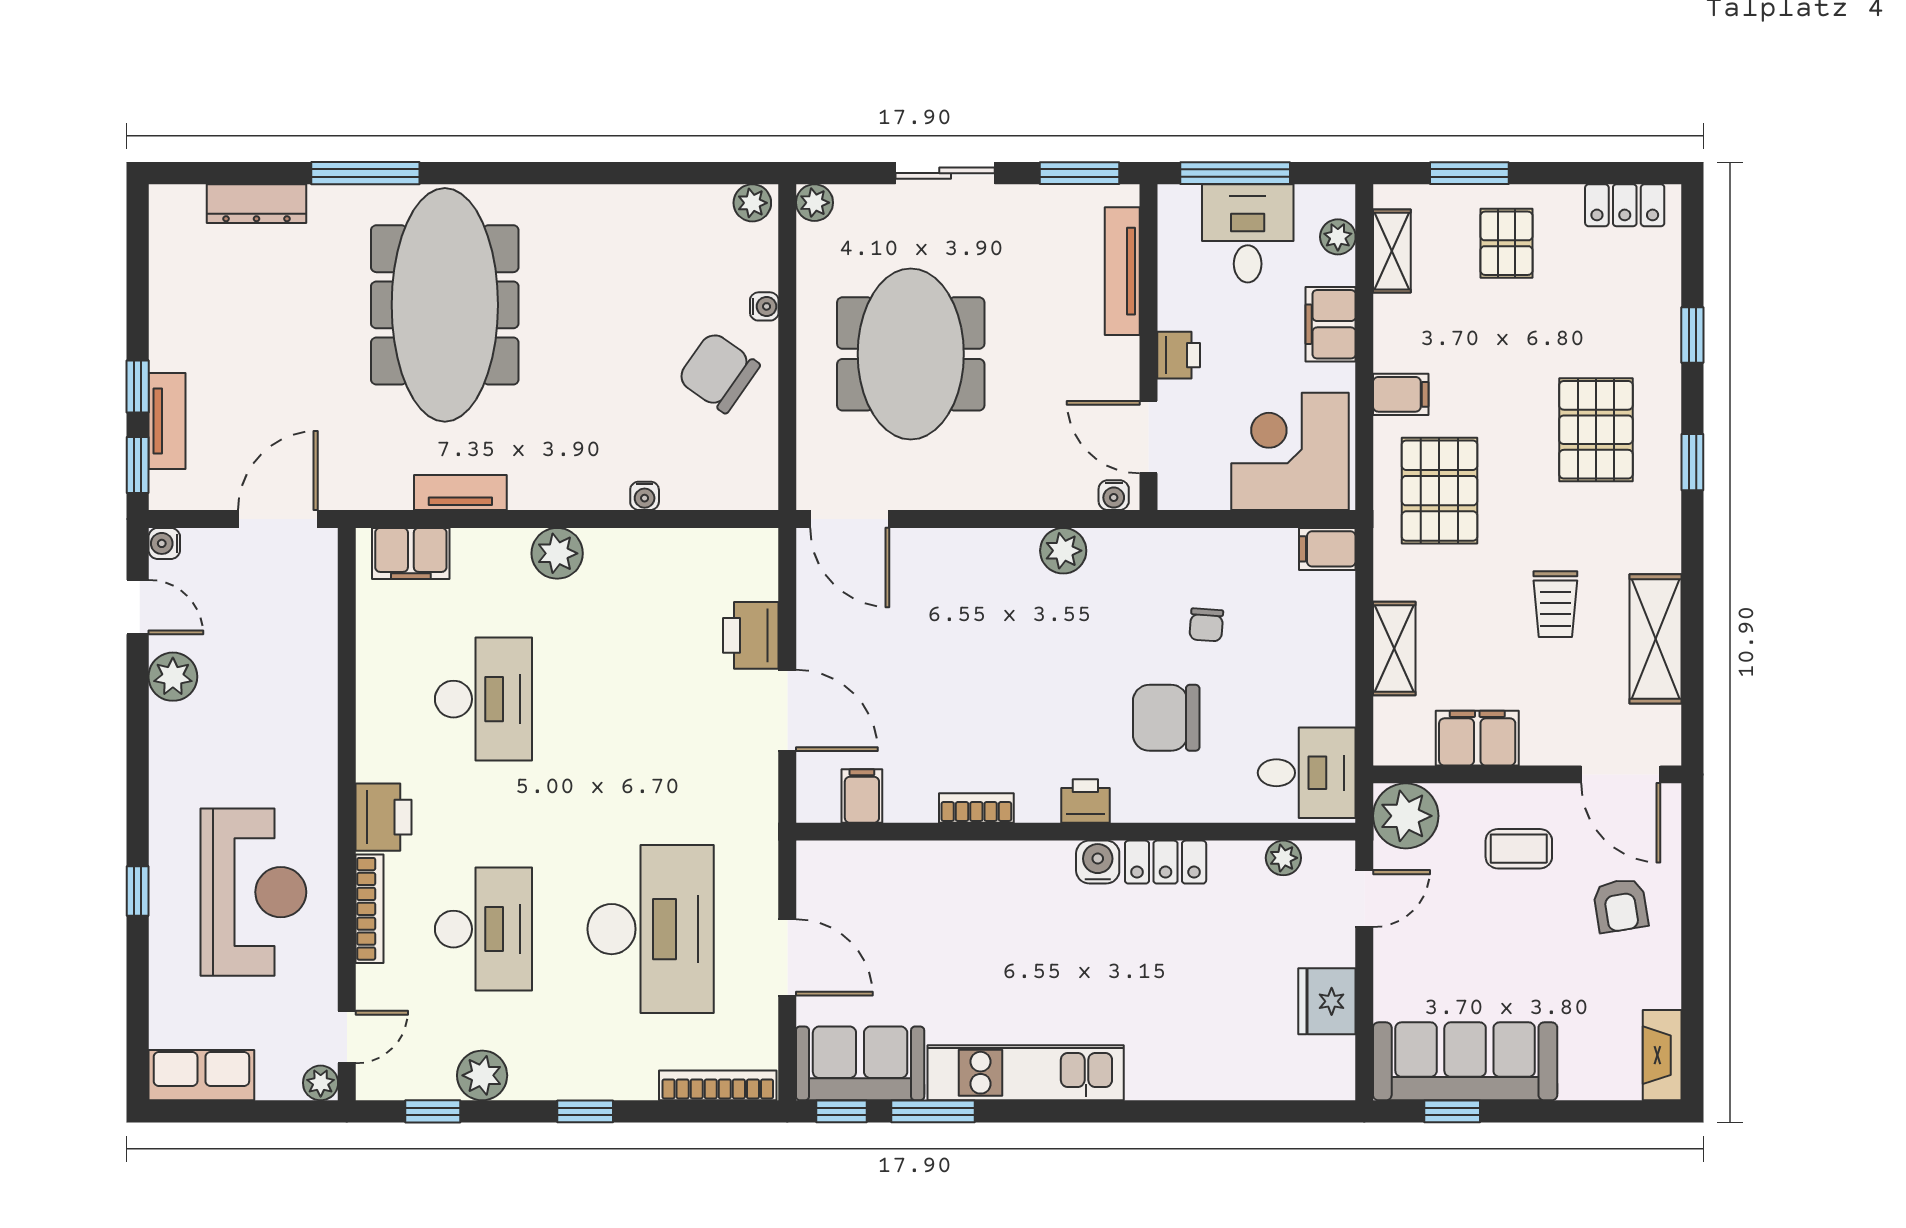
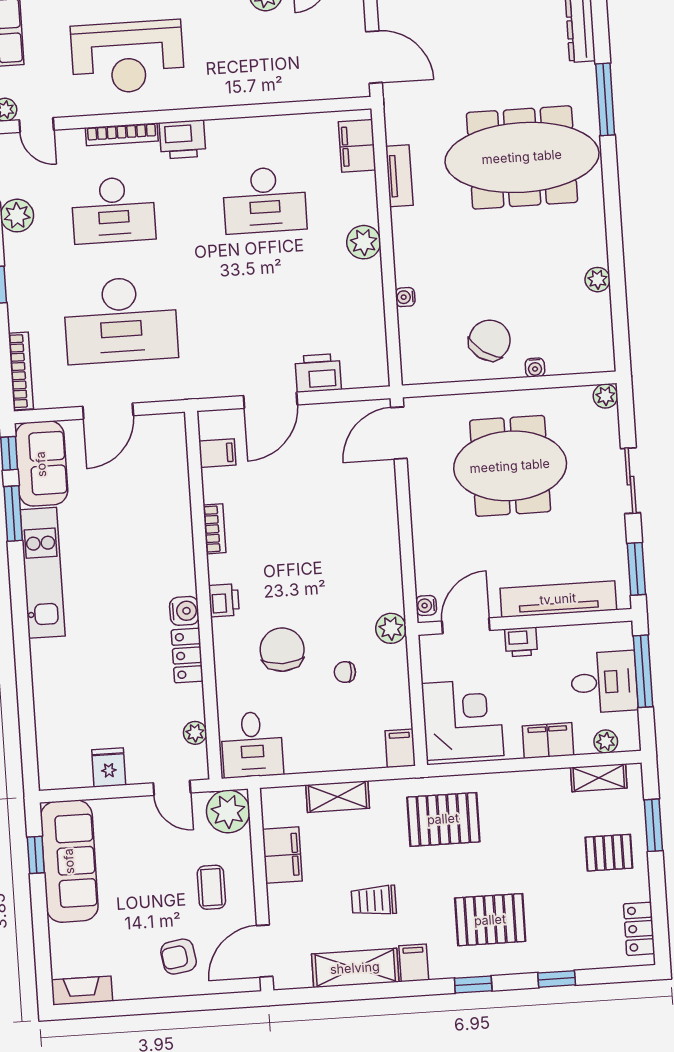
plant: (752, 203) -> (597, 280), moved
tv unit: (1122, 271) -> (558, 599), width x1.36, depth x1.29
filing cabinet: (1401, 394) -> (414, 963), moved, turned 180
plant: (1063, 551) -> (391, 628), moved
fridge: (1327, 1001) -> (109, 767), width x0.72

